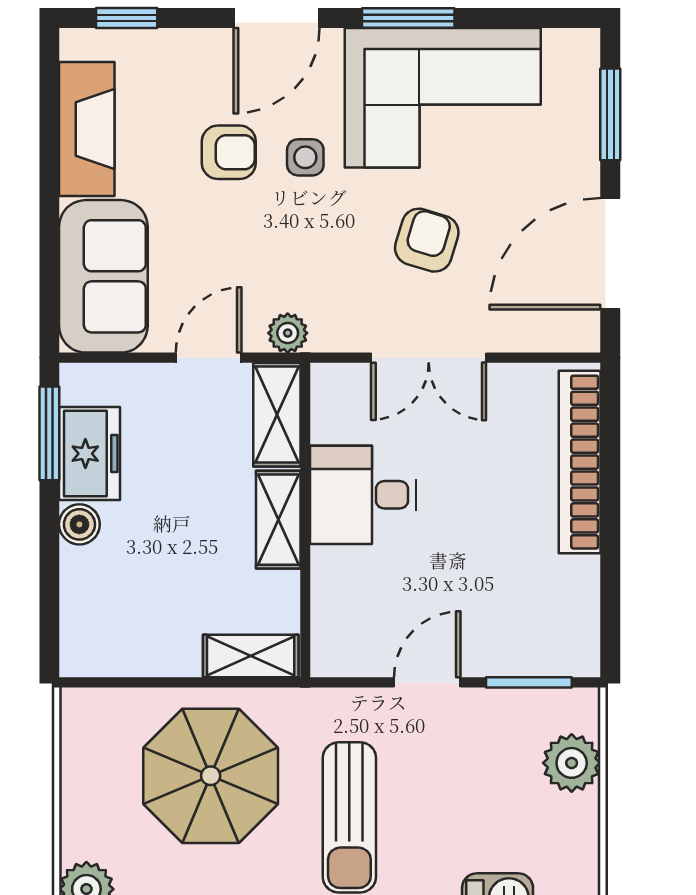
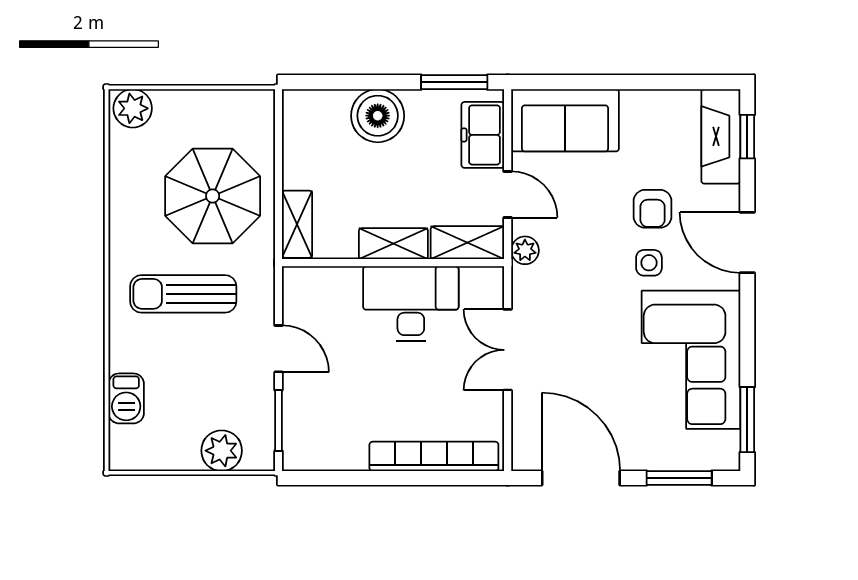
window: (408, 18) -> (747, 420), moved
fireplace: (87, 129) -> (721, 136), moved, turned 90
armchair: (427, 240) -> (591, 348), removed
freezer: (90, 454) -> (483, 135), moved, turned 90
desk: (363, 495) -> (411, 304), width x1.37
boiler: (79, 524) -> (378, 116), width x1.86, depth x1.86

